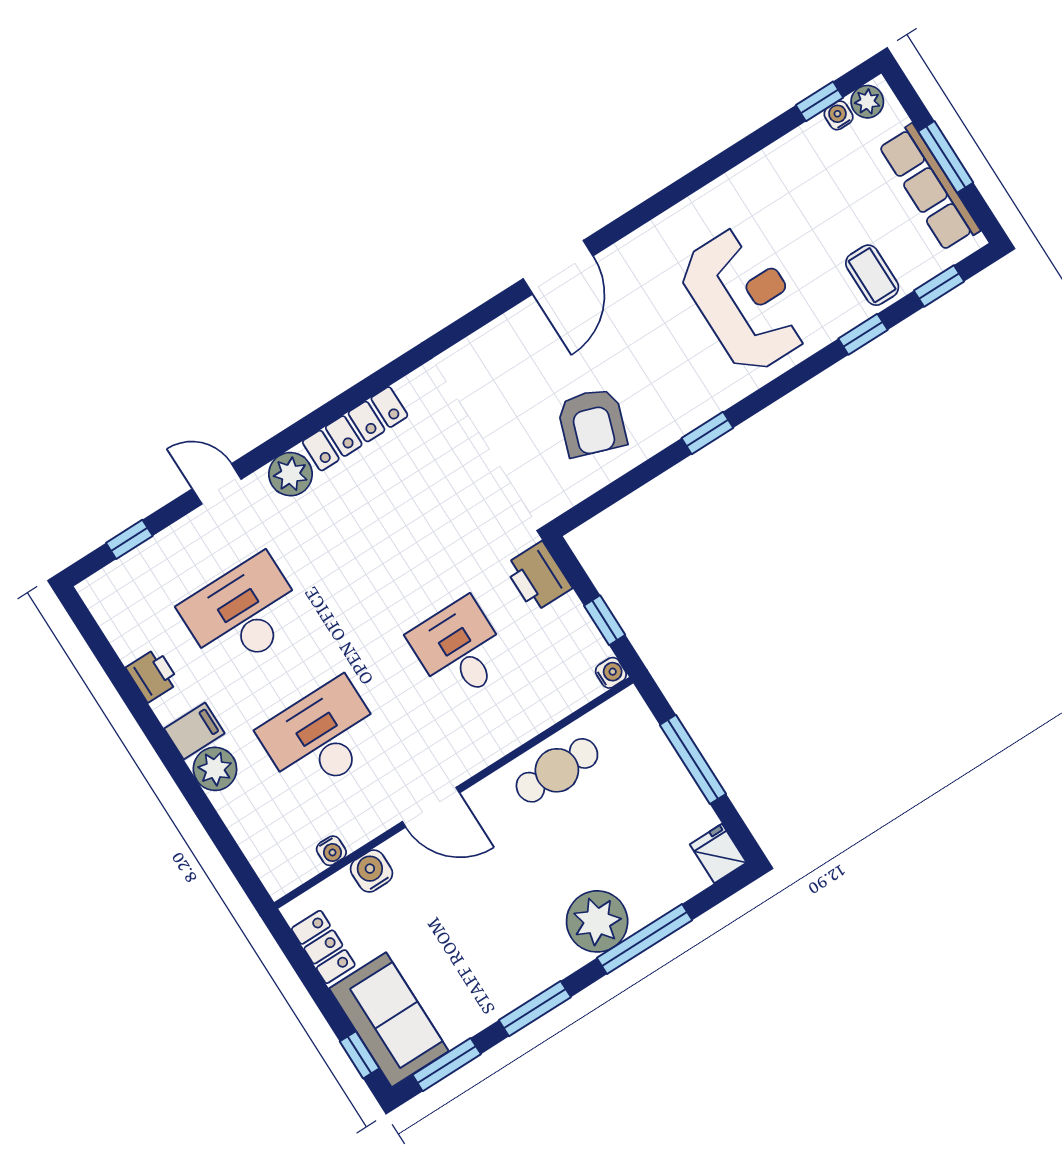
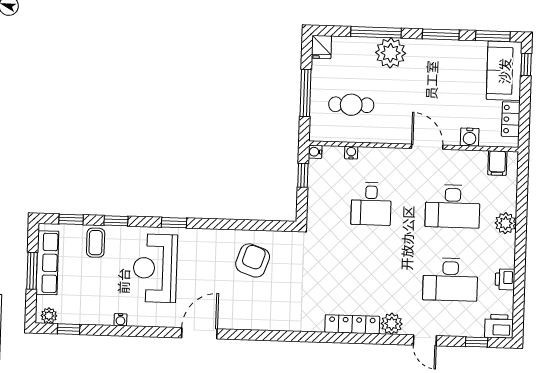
water cooler: (839, 115) -> (120, 320), moved
door: (558, 267) -> (199, 333), moved
window: (707, 433) -> (174, 223), moved
printer: (538, 577) -> (499, 326), moved, turned -90
filing cabinet: (194, 731) -> (497, 163), moved, turned -90
cafe table: (557, 770) -> (351, 105), moved
water cooler: (331, 851) -> (351, 153), moved

